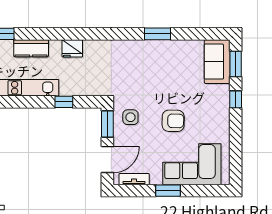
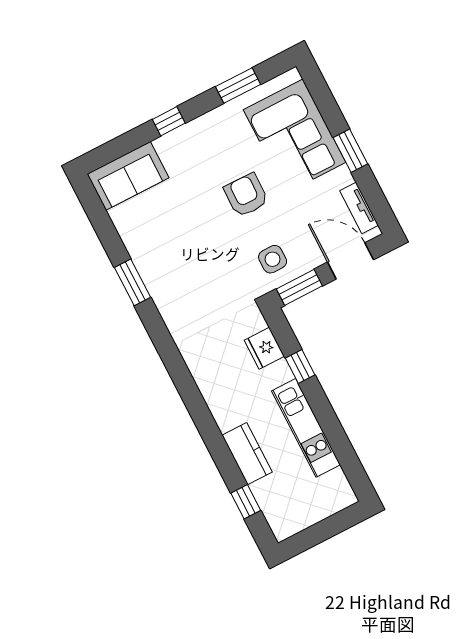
fridge: (72, 48) -> (264, 348), moved, turned 180
window: (236, 64) -> (238, 85), moved

